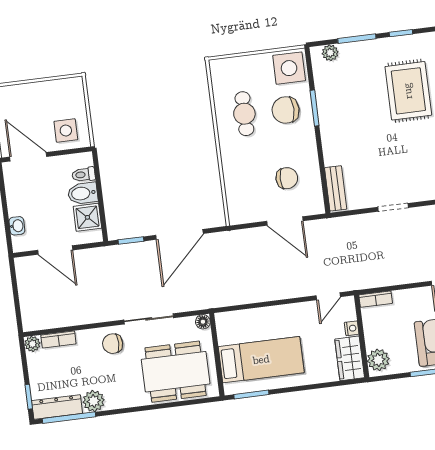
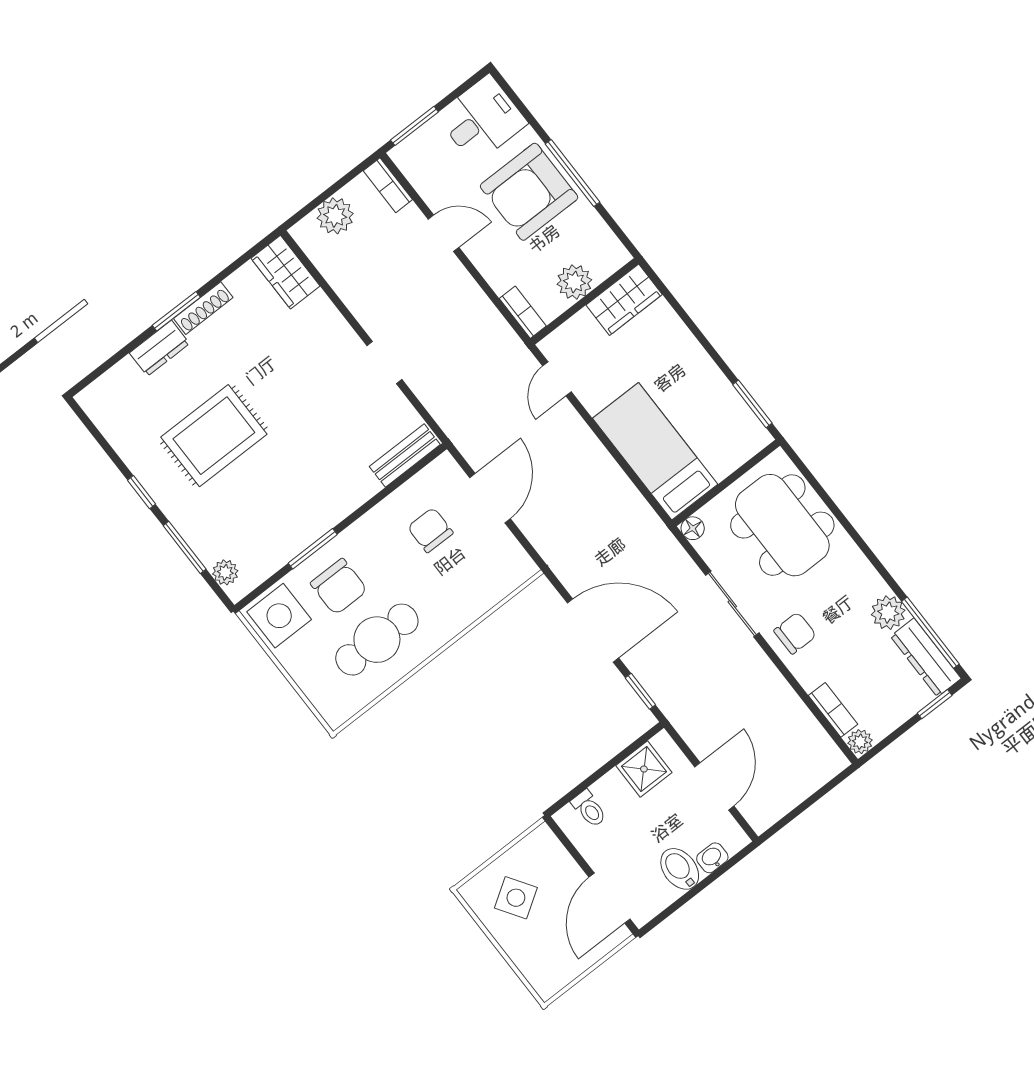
cafe table: (244, 114) -> (377, 640), width x1.37, depth x1.35
side table: (66, 131) -> (516, 898), moved, turned -33
bidet: (83, 193) -> (680, 869), moved, turned 180
door: (328, 296) -> (557, 379), swing flipped
nightstand: (352, 328) -> (582, 321), removed
chair: (113, 344) -> (795, 633), turned -90
bed: (261, 360) -> (655, 451), moved
plant: (378, 360) -> (574, 282), moved

